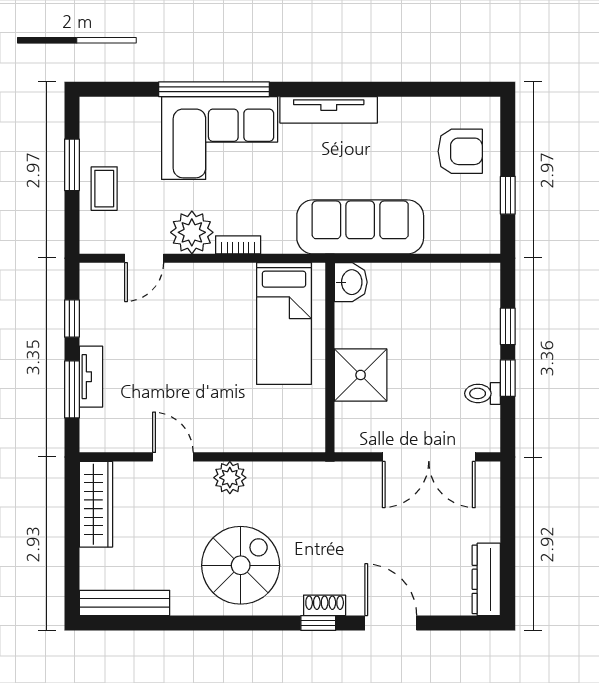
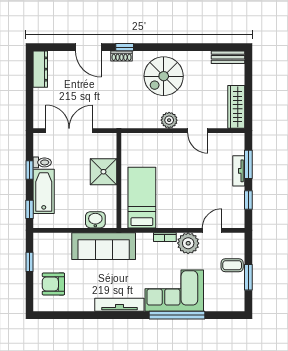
coffee table: (104, 189) -> (232, 265), turned 90
washbasin: (351, 282) -> (95, 220), moved, turned 90
window: (508, 326) -> (30, 209), moved
bathtub: (479, 336) -> (44, 191), added
bench: (124, 603) -> (228, 57), width x0.73

